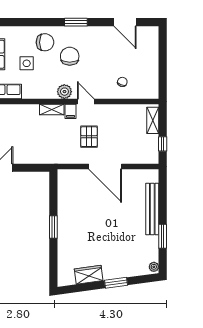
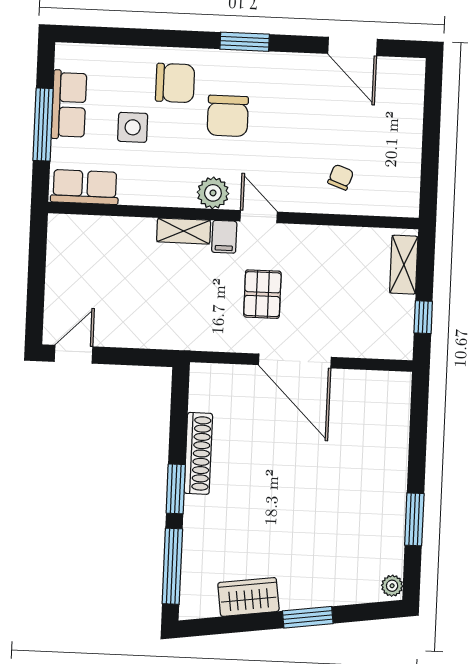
chair: (70, 56) -> (228, 116), turned 180
bench: (152, 209) -> (394, 459), removed
shoe rack: (63, 210) -> (198, 453), added
window: (53, 262) -> (172, 566), added

